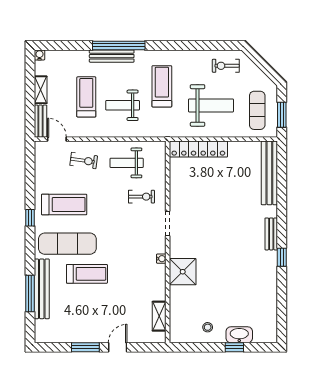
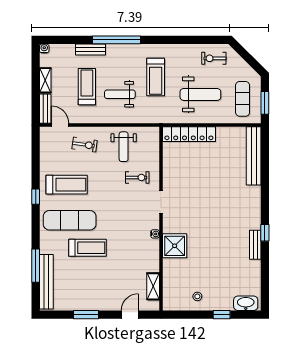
bench: (112, 56) -> (90, 49), moved, width x0.73
treadmill: (162, 86) -> (156, 77), turned 180
weight bench: (127, 163) -> (124, 147), turned -90
bench: (271, 234) -> (255, 245), moved
bench: (42, 289) -> (46, 282), moved
washbasin: (239, 335) -> (246, 303), moved
door: (118, 347) -> (130, 315), moved

